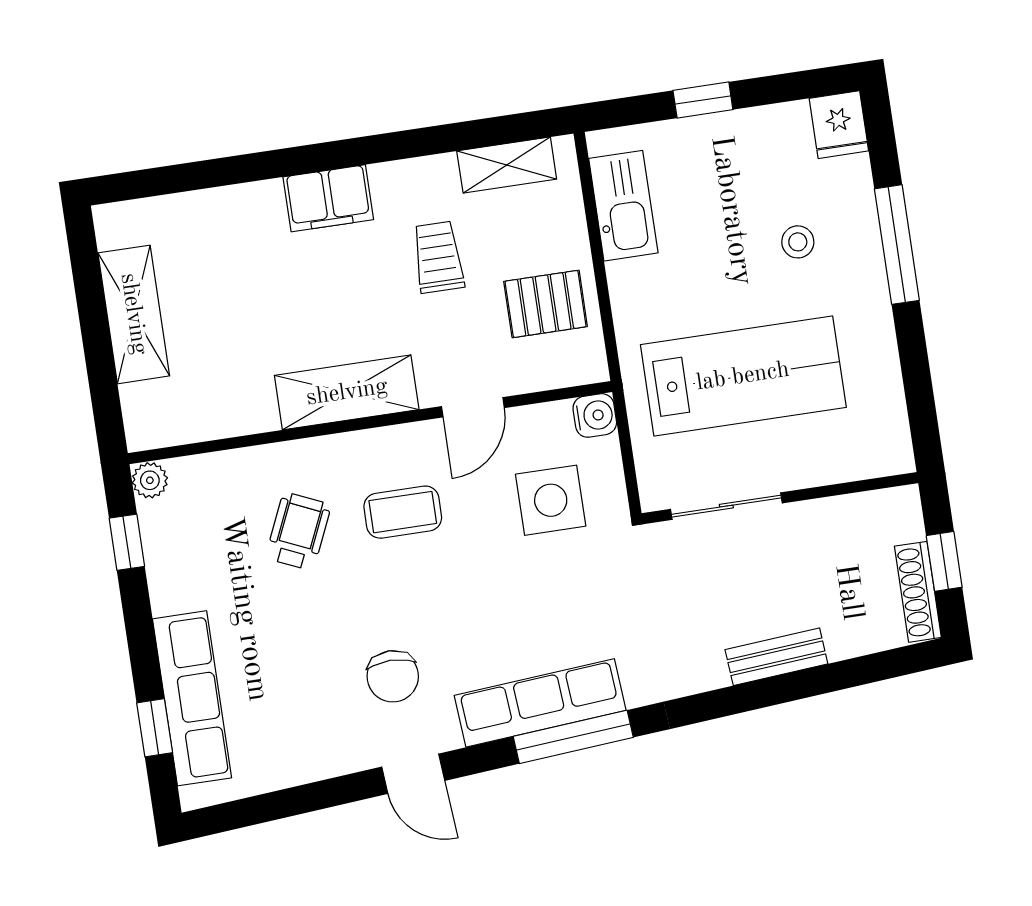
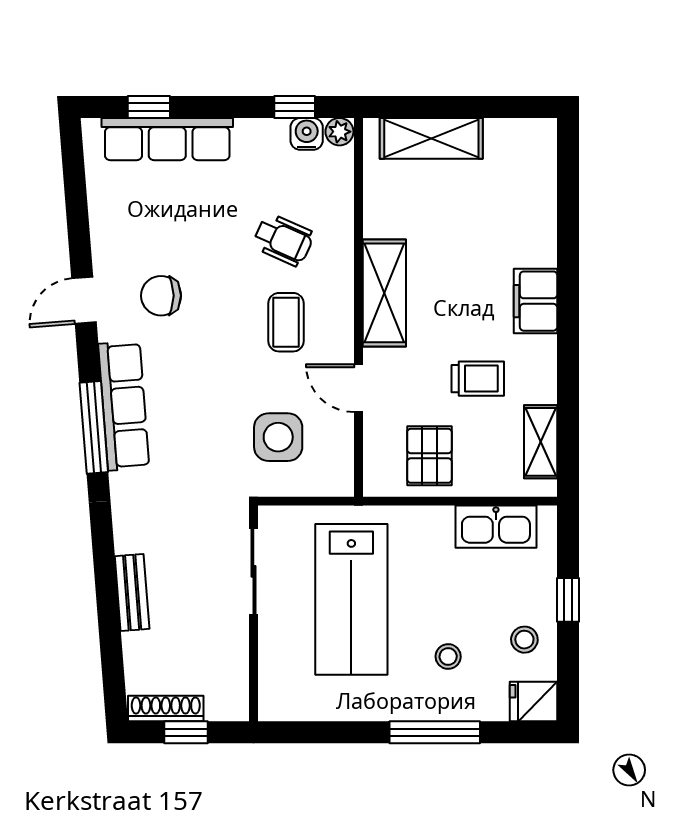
stool: (762, 148) -> (524, 640), added
shelving: (134, 314) -> (431, 138), moved
water cooler: (595, 415) -> (307, 134), moved, turned 180

